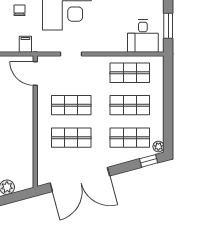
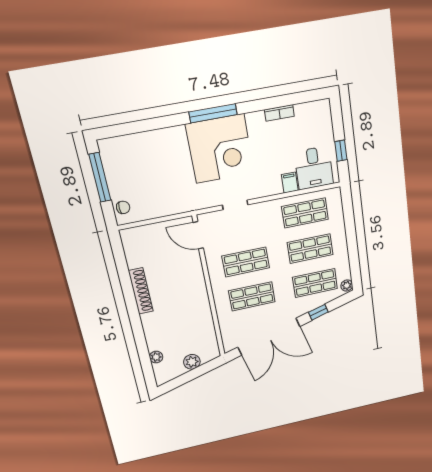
chair: (20, 10) -> (164, 165), removed
window: (168, 26) -> (341, 151), width x0.67
filing cabinet: (25, 44) -> (290, 183), moved
window: (149, 161) -> (318, 312), moved

